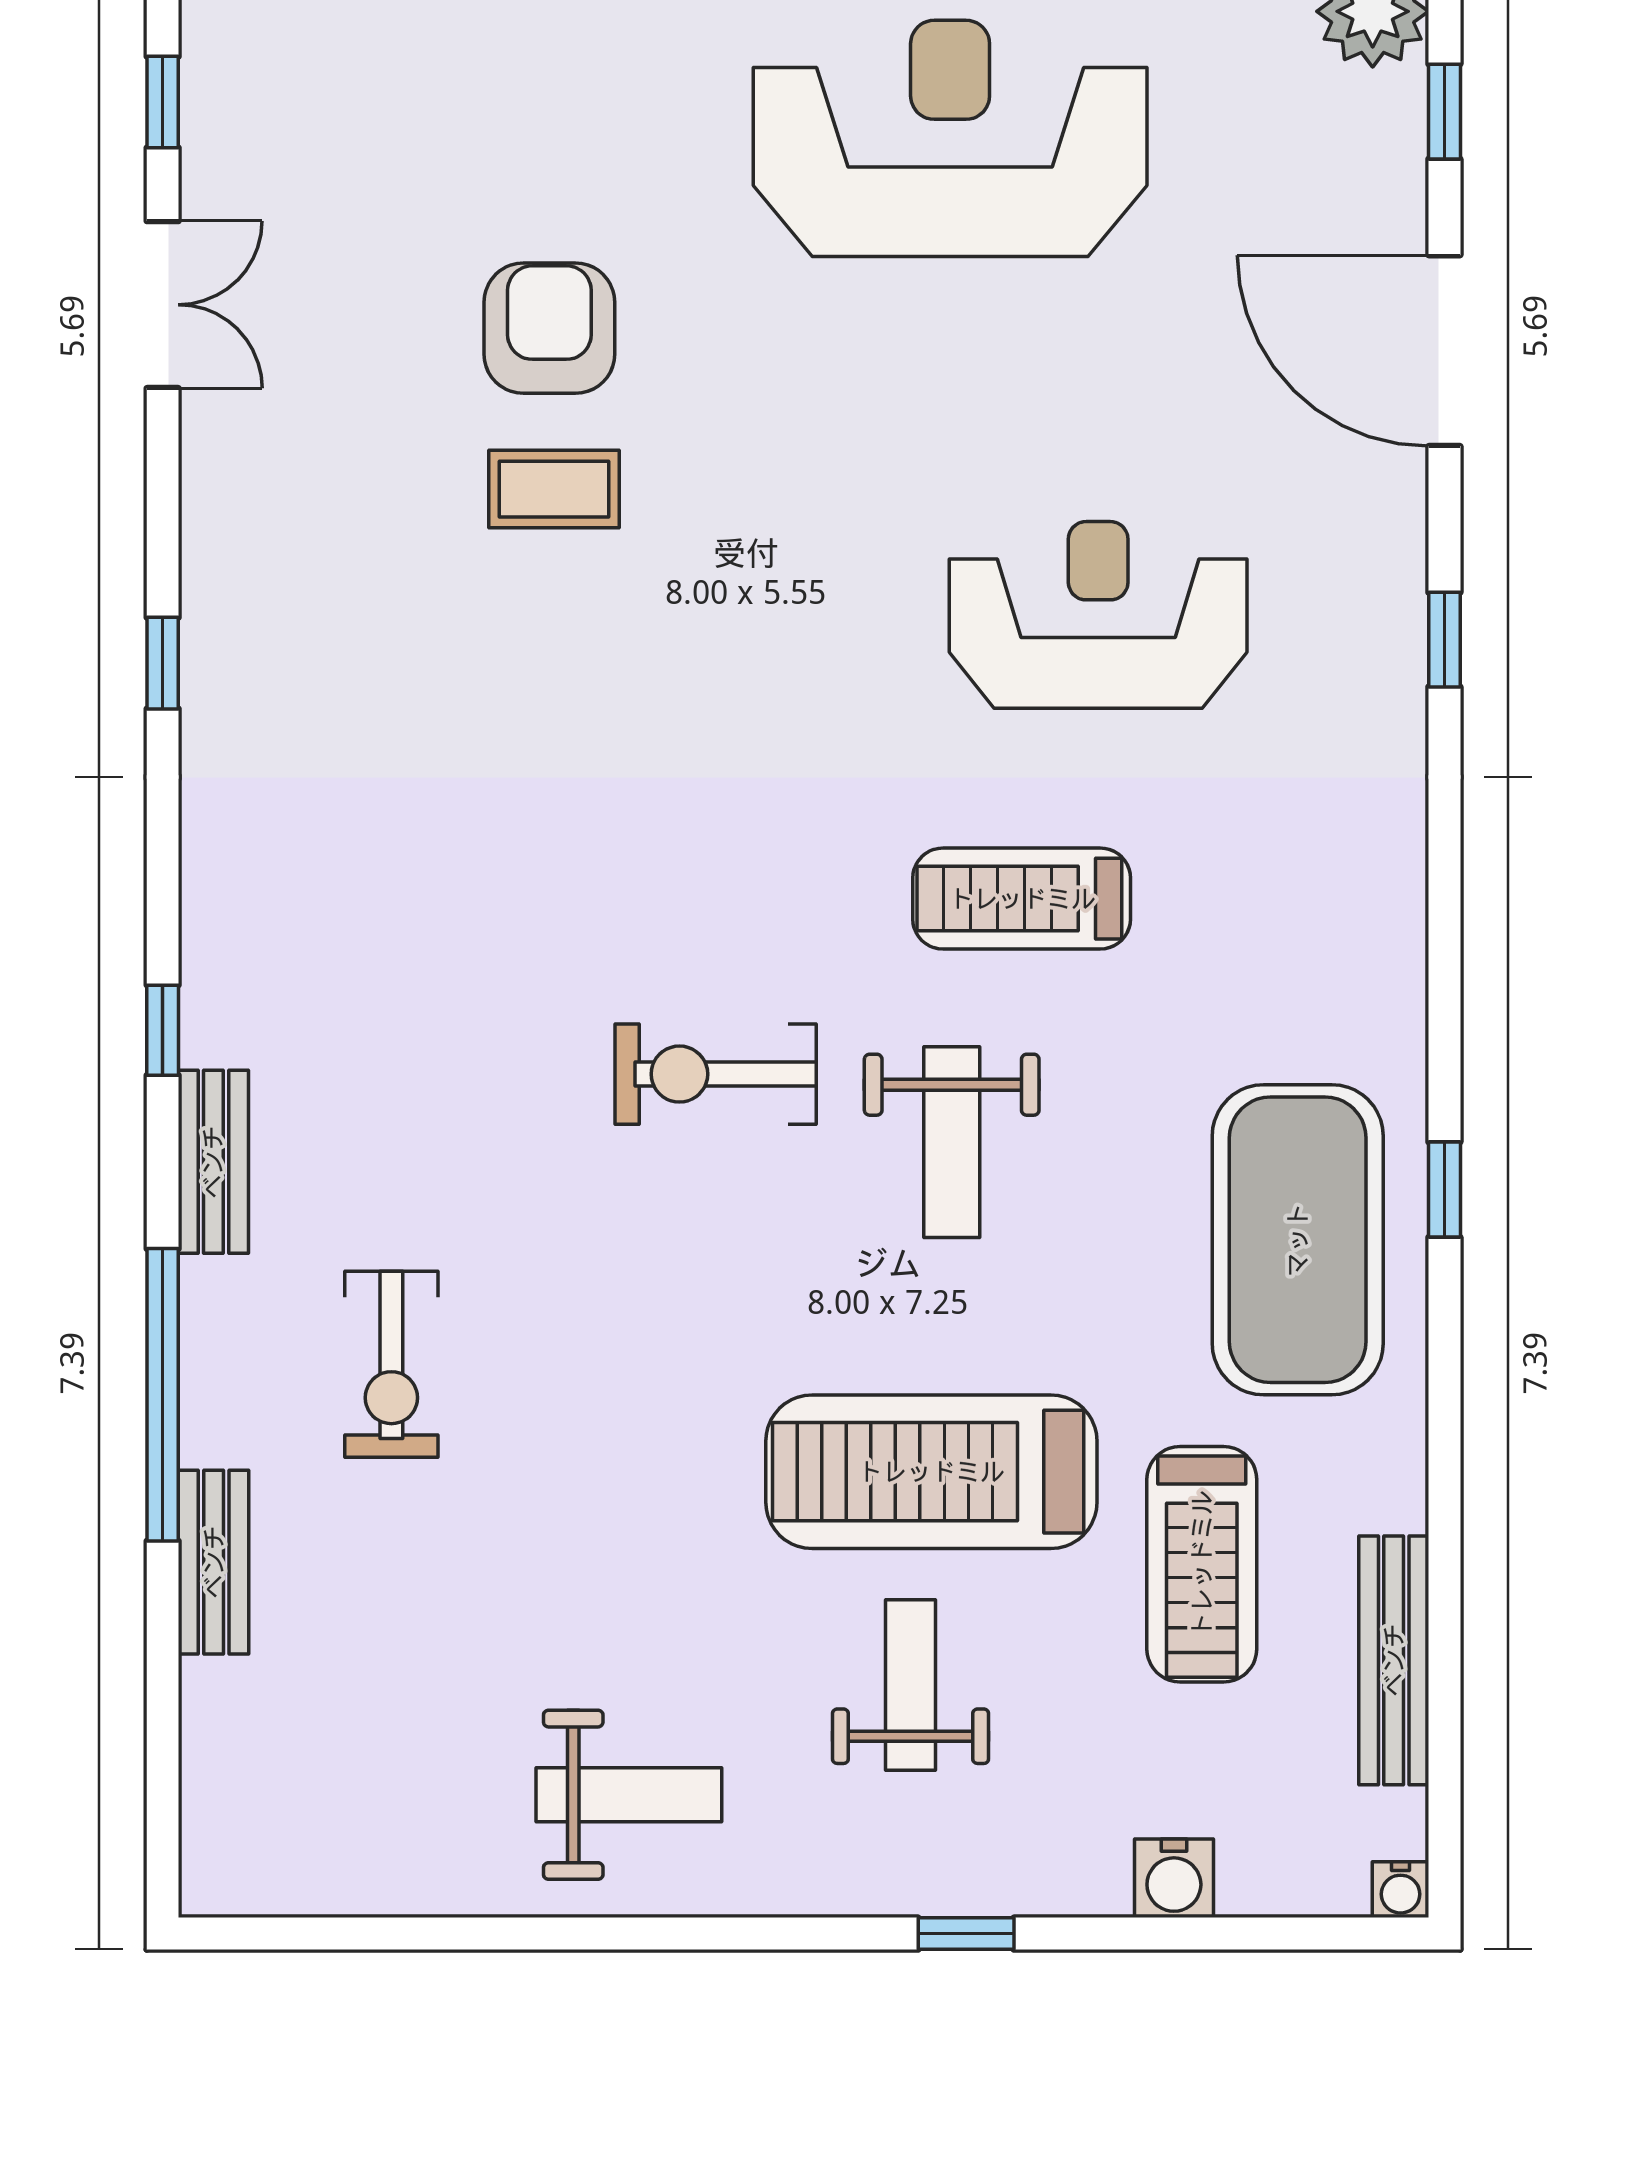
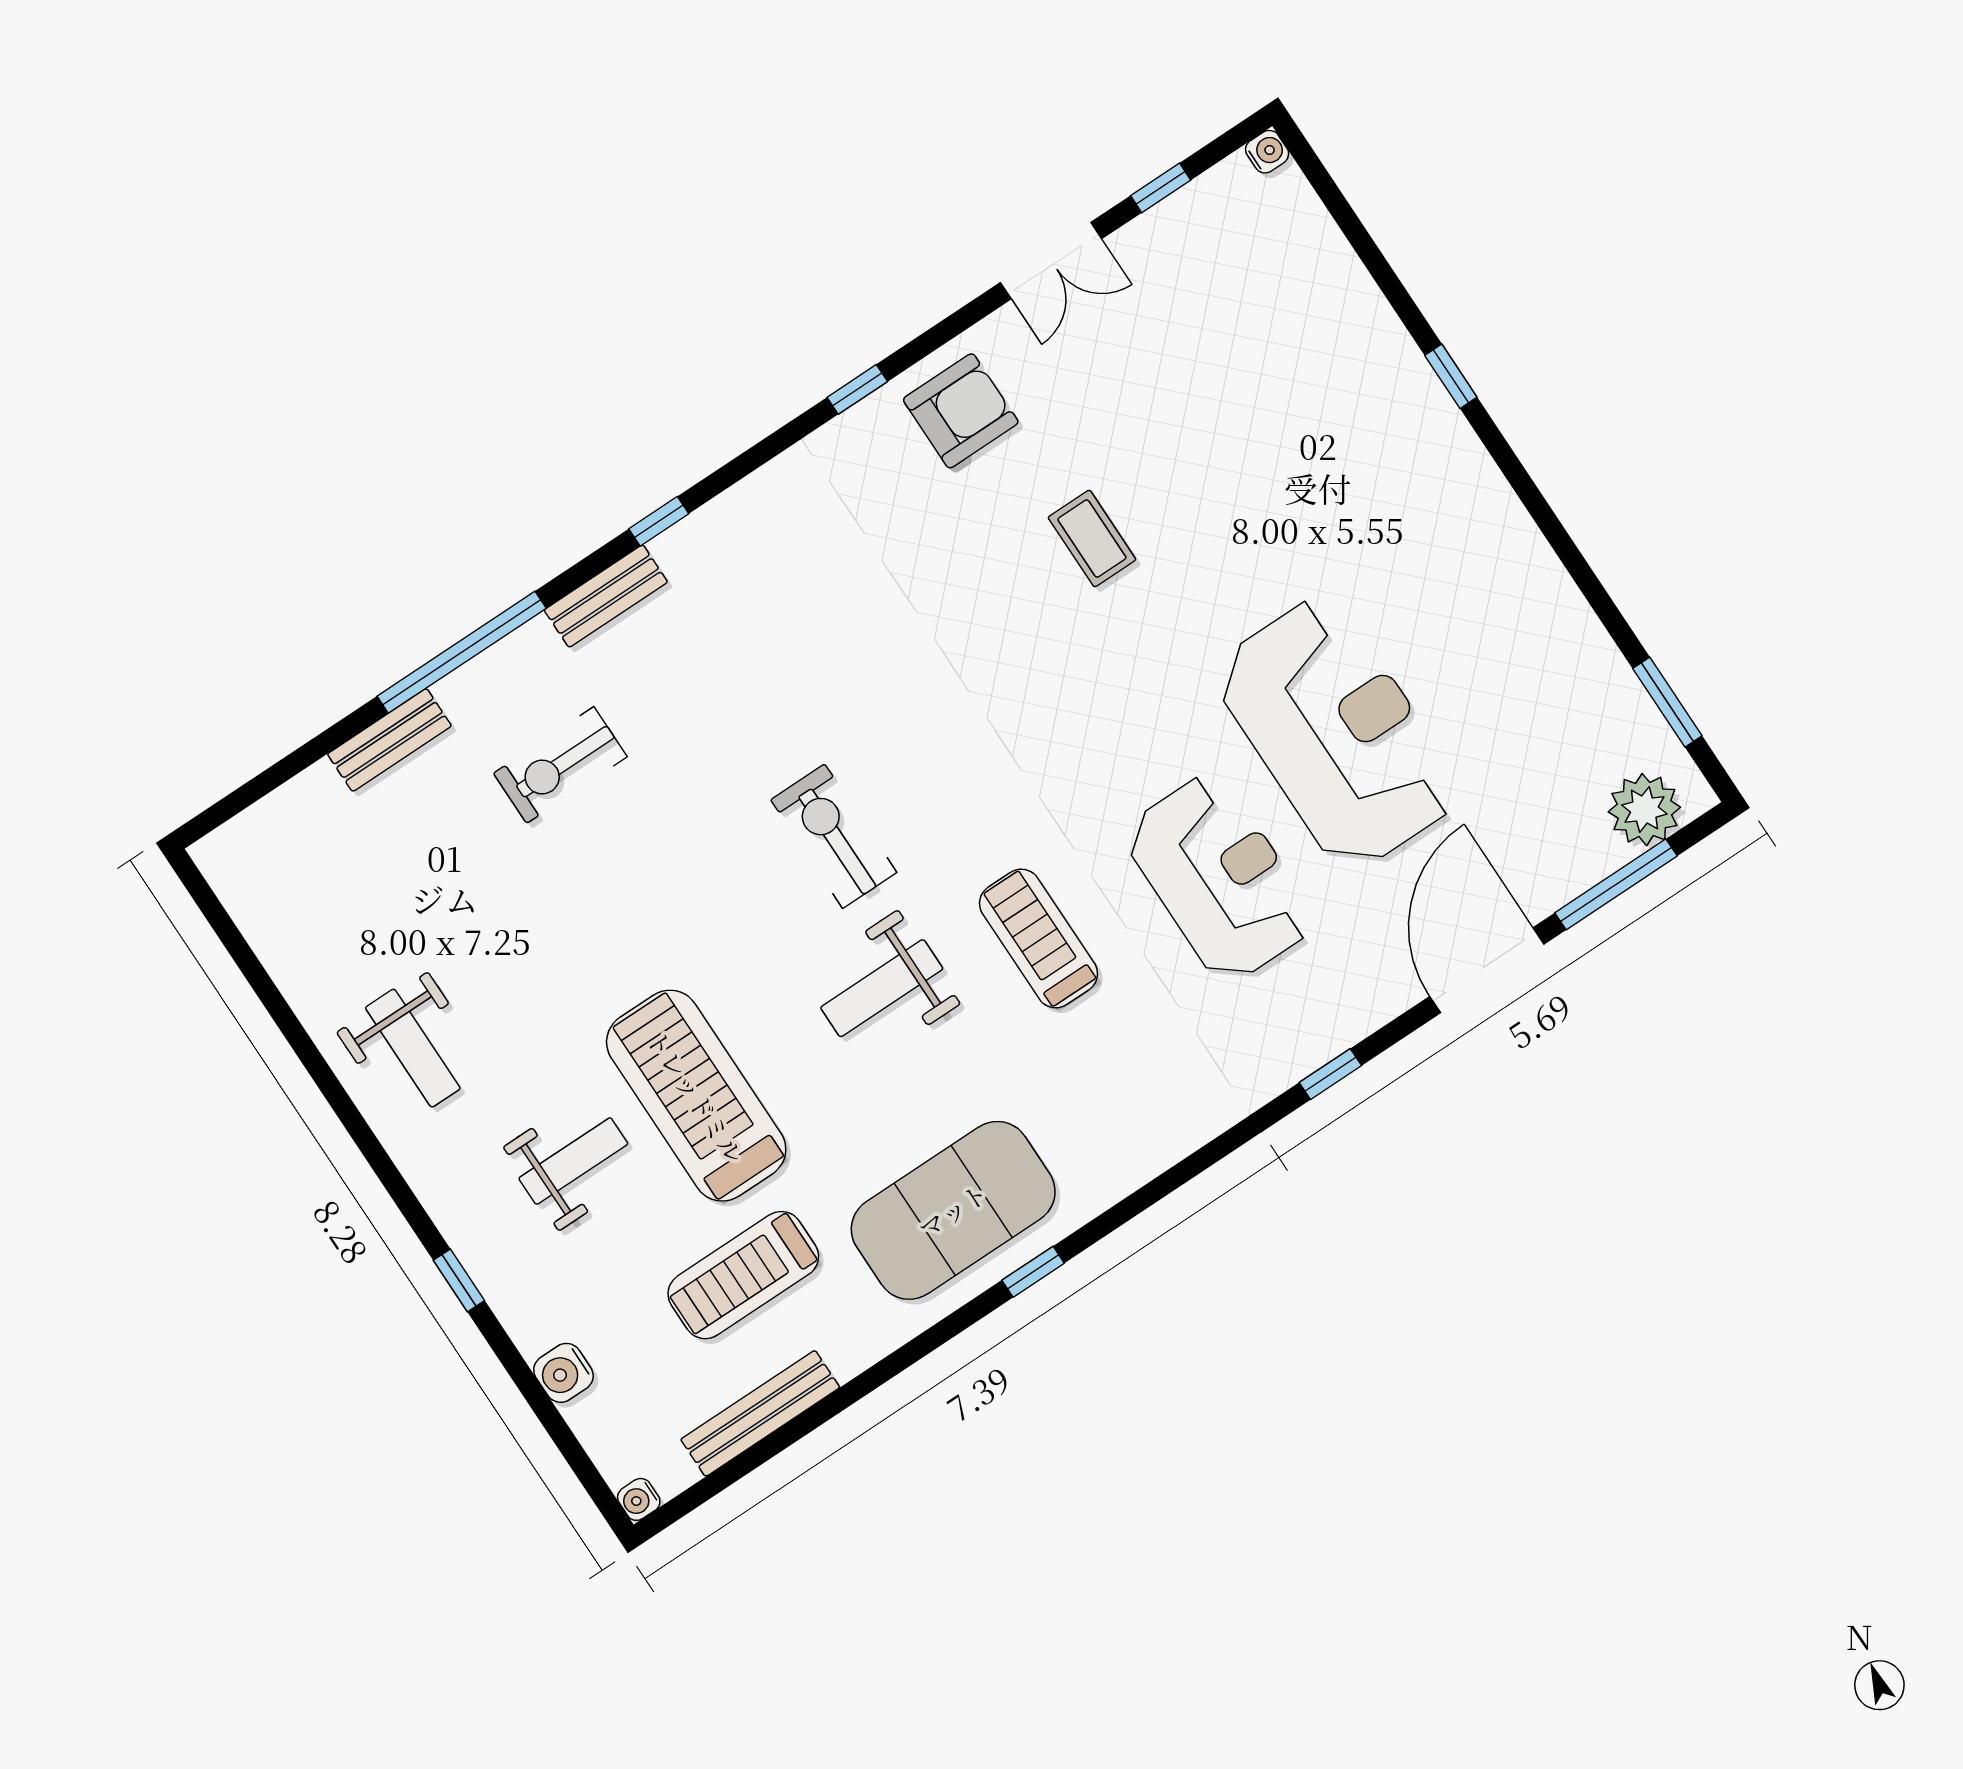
window: (1444, 112) -> (1616, 884), width x2.17
reception desk: (950, 138) -> (1337, 733), moved
armchair: (549, 328) -> (961, 411), moved

